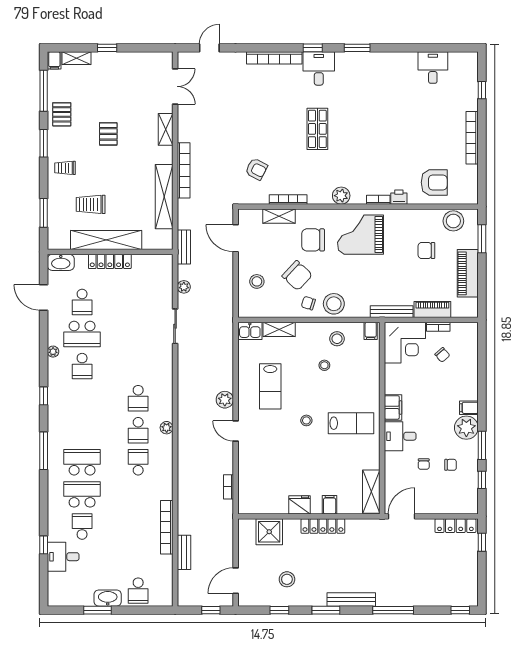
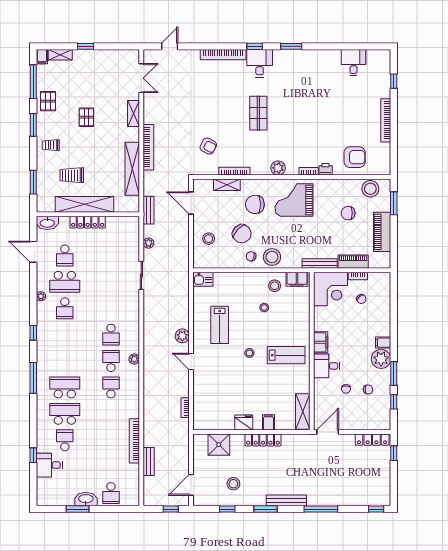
shelving: (279, 329) -> (227, 278), removed
filing cabinet: (371, 331) -> (297, 279), width x2.00
school desk: (138, 430) -> (111, 361), turned 180

